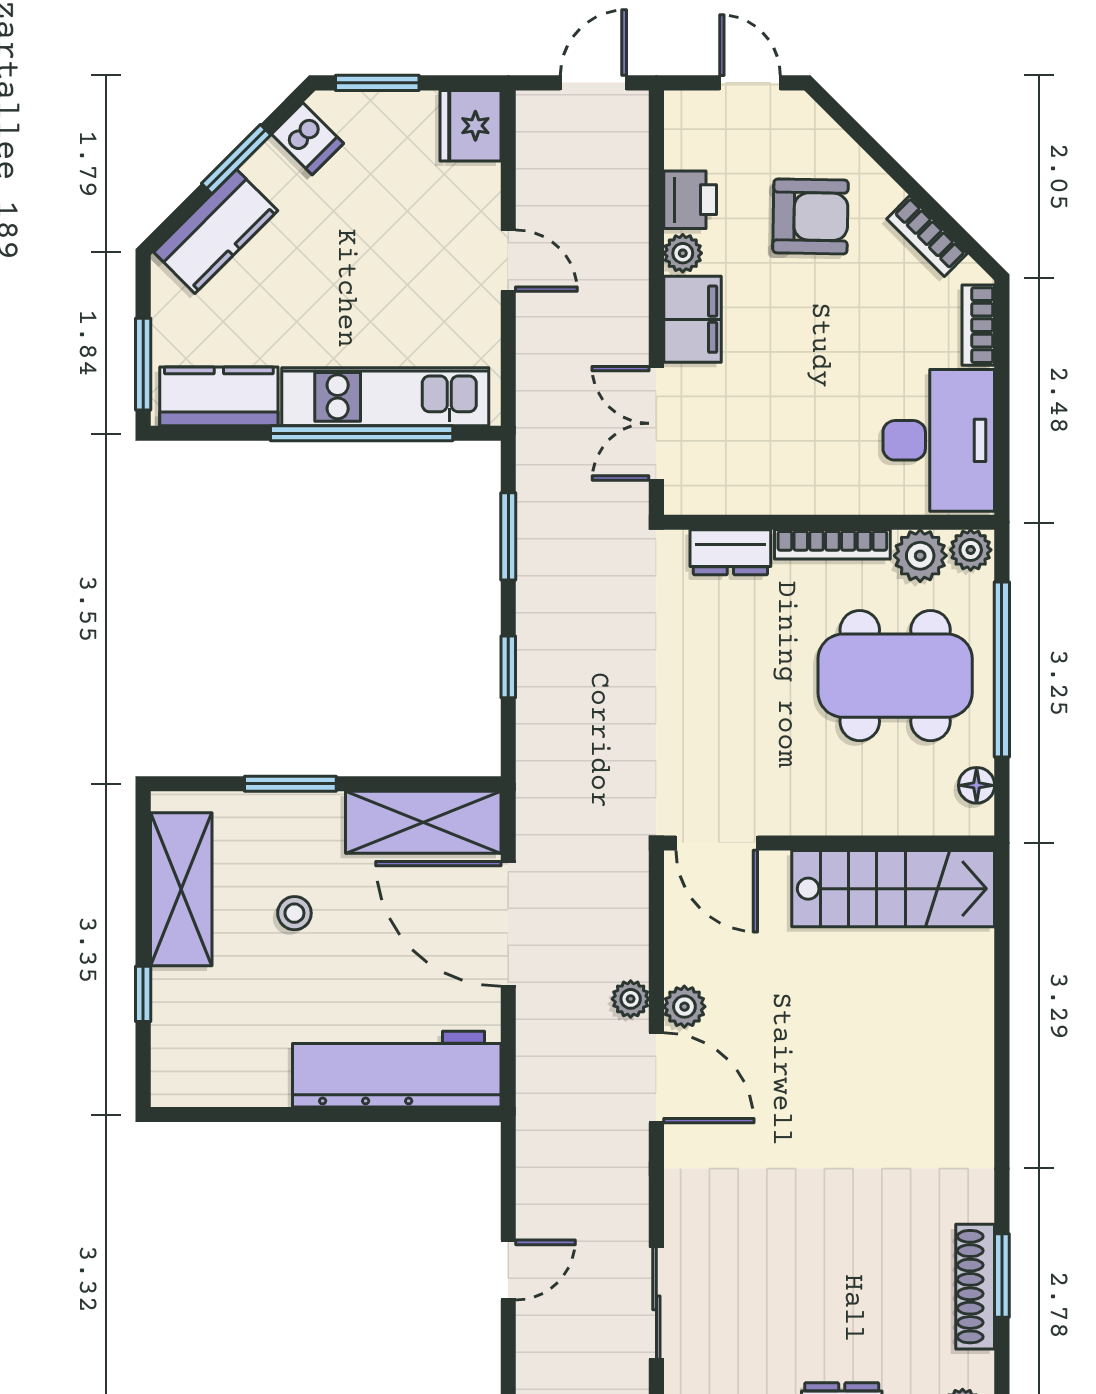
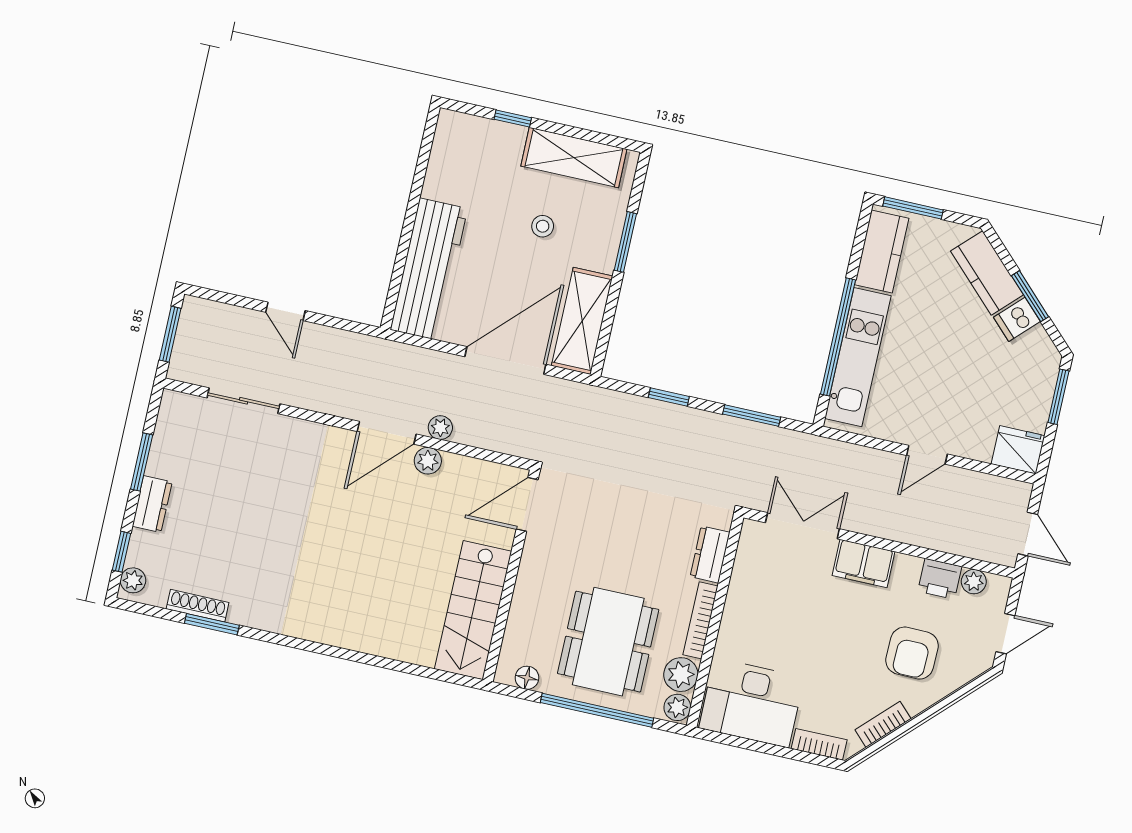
dishwasher: (307, 139) -> (1017, 319), moved
plant: (683, 253) -> (974, 582), moved
shoe rack: (975, 1287) -> (198, 606), width x0.74, depth x0.81

